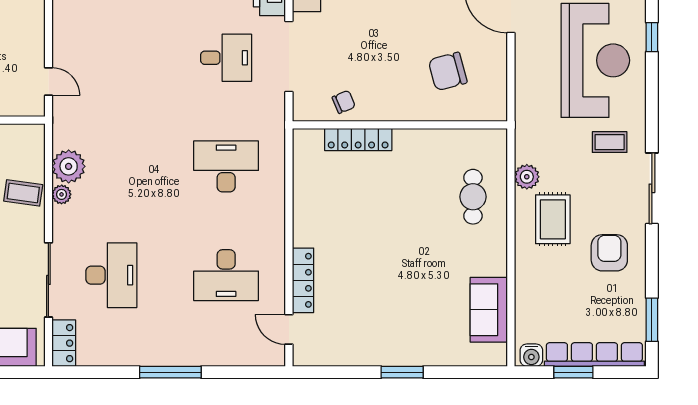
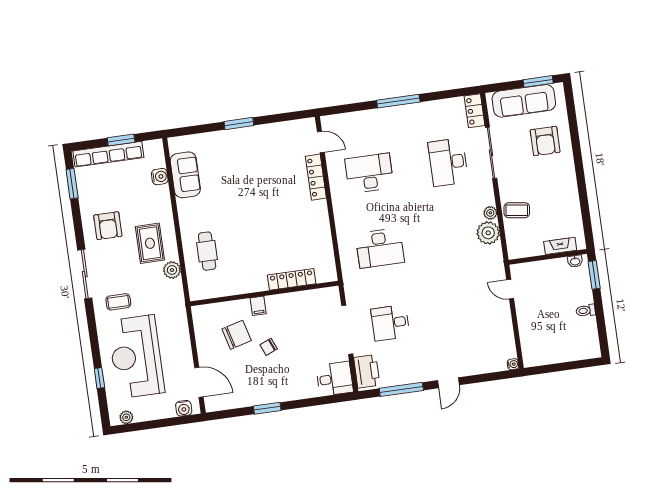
chair: (344, 102) -> (269, 347), moved
filing cabinet: (411, 108) -> (258, 306), added
water cooler: (531, 355) -> (160, 177), moved, turned 90

